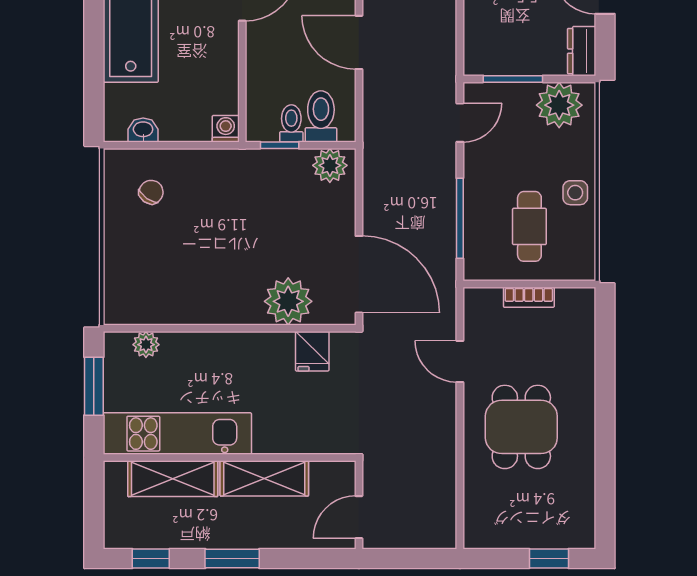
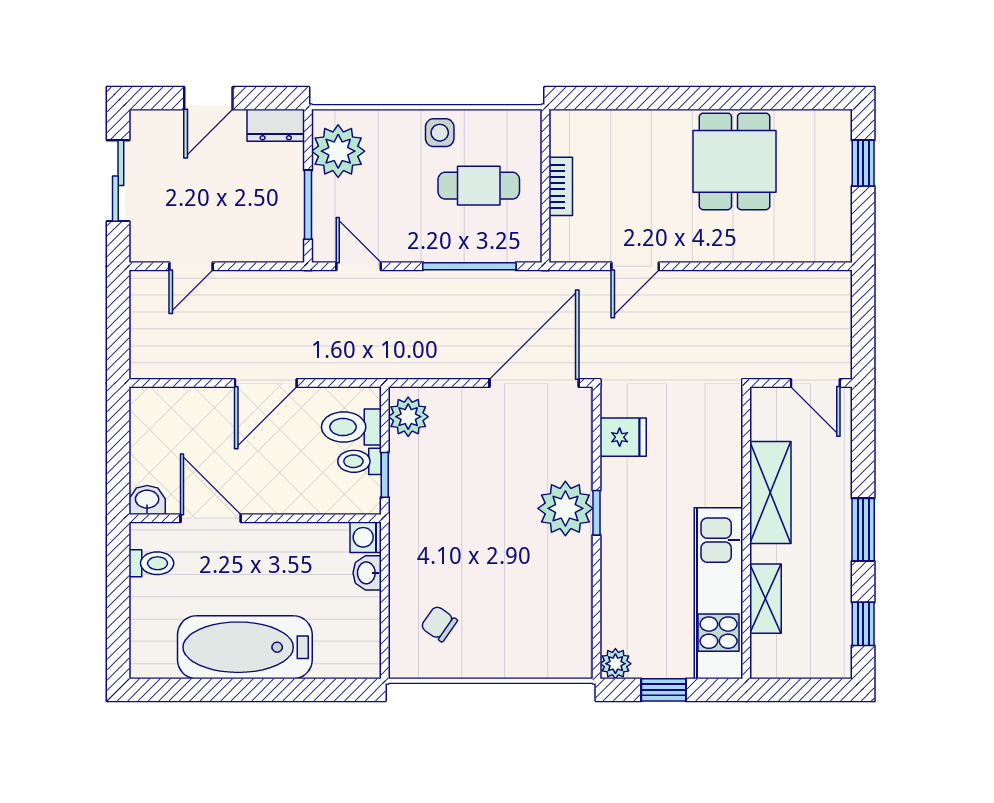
washbasin: (143, 130) -> (367, 573), moved
plant: (288, 301) -> (565, 508), moved
window: (247, 328) -> (597, 513), added
plant: (146, 345) -> (615, 664), moved
window: (94, 386) -> (664, 690), width x0.67
dining table: (521, 427) -> (734, 161), moved, turned 90
shelving: (173, 479) -> (766, 599), width x0.67, depth x0.75

